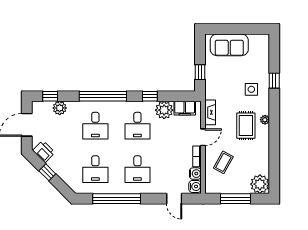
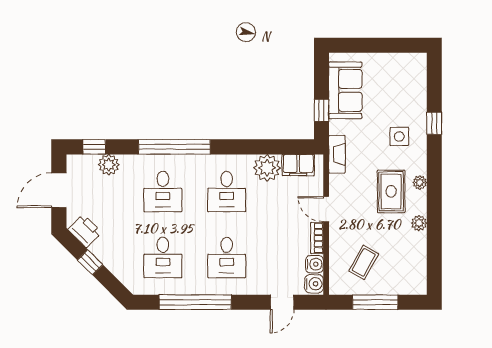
sofa: (229, 45) -> (345, 90), moved, turned -90
window: (150, 96) -> (245, 147), removed
fireplace: (210, 112) -> (337, 154), moved
door: (203, 137) -> (326, 209), swing flipped
coffee table: (223, 162) -> (364, 262), moved
plant: (260, 184) -> (419, 223), moved, width x0.53, depth x0.53
door: (174, 199) -> (282, 302), hinge flipped

